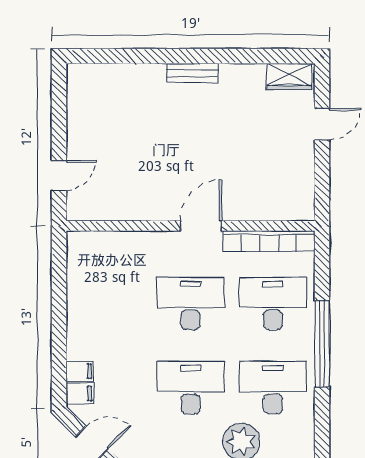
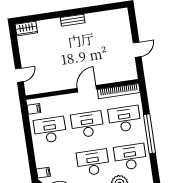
wardrobe: (289, 76) -> (26, 29), moved
door: (322, 124) -> (137, 50), moved
desk: (108, 303) -> (50, 130), added
filing cabinet: (80, 371) -> (34, 109), moved

